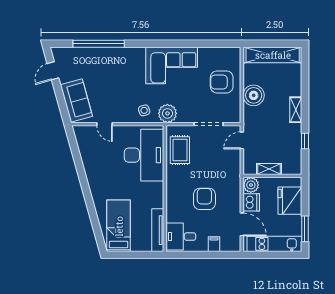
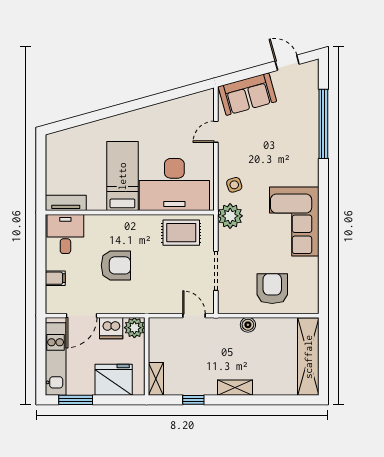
boiler: (254, 95) -> (248, 325), width x0.54, depth x0.54
shelving: (269, 169) -> (156, 379), moved
bed: (119, 226) -> (122, 176), moved, turned -90
tv unit: (158, 230) -> (66, 203), width x0.71

